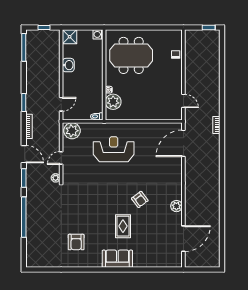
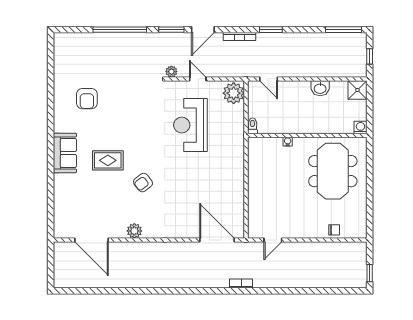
plant: (113, 102) -> (272, 147), removed
reception desk: (114, 149) -> (190, 125), moved, turned 180
armchair: (76, 242) -> (87, 99), turned -90

